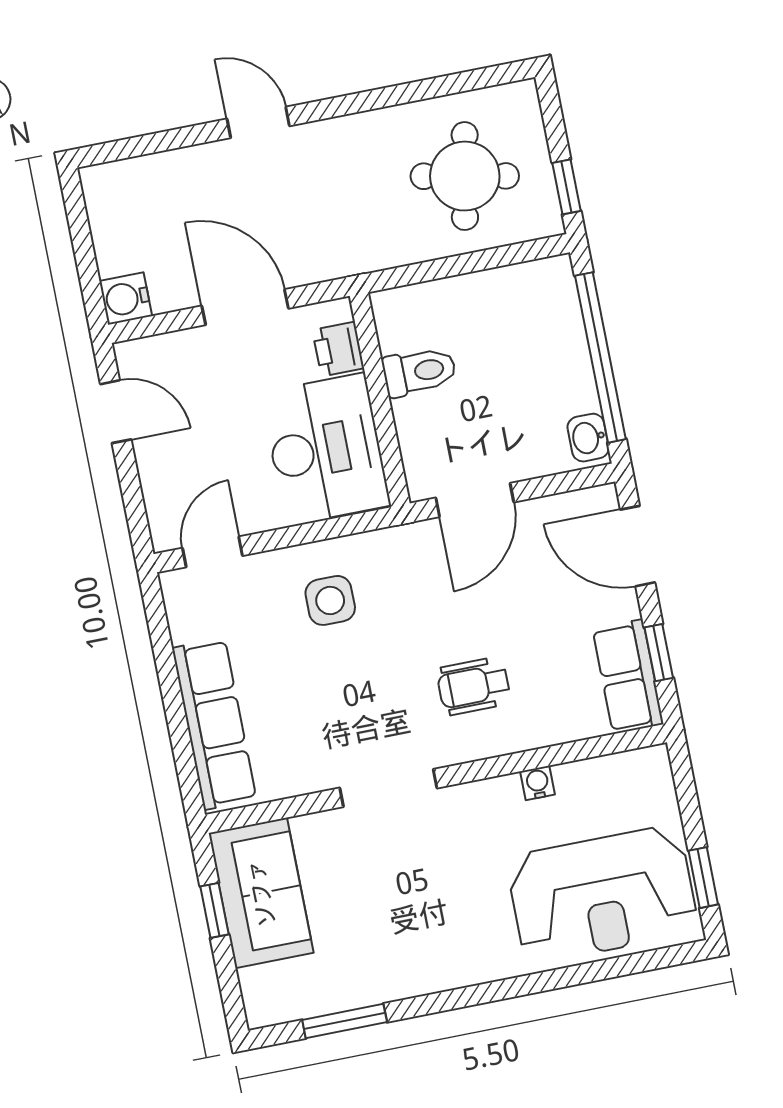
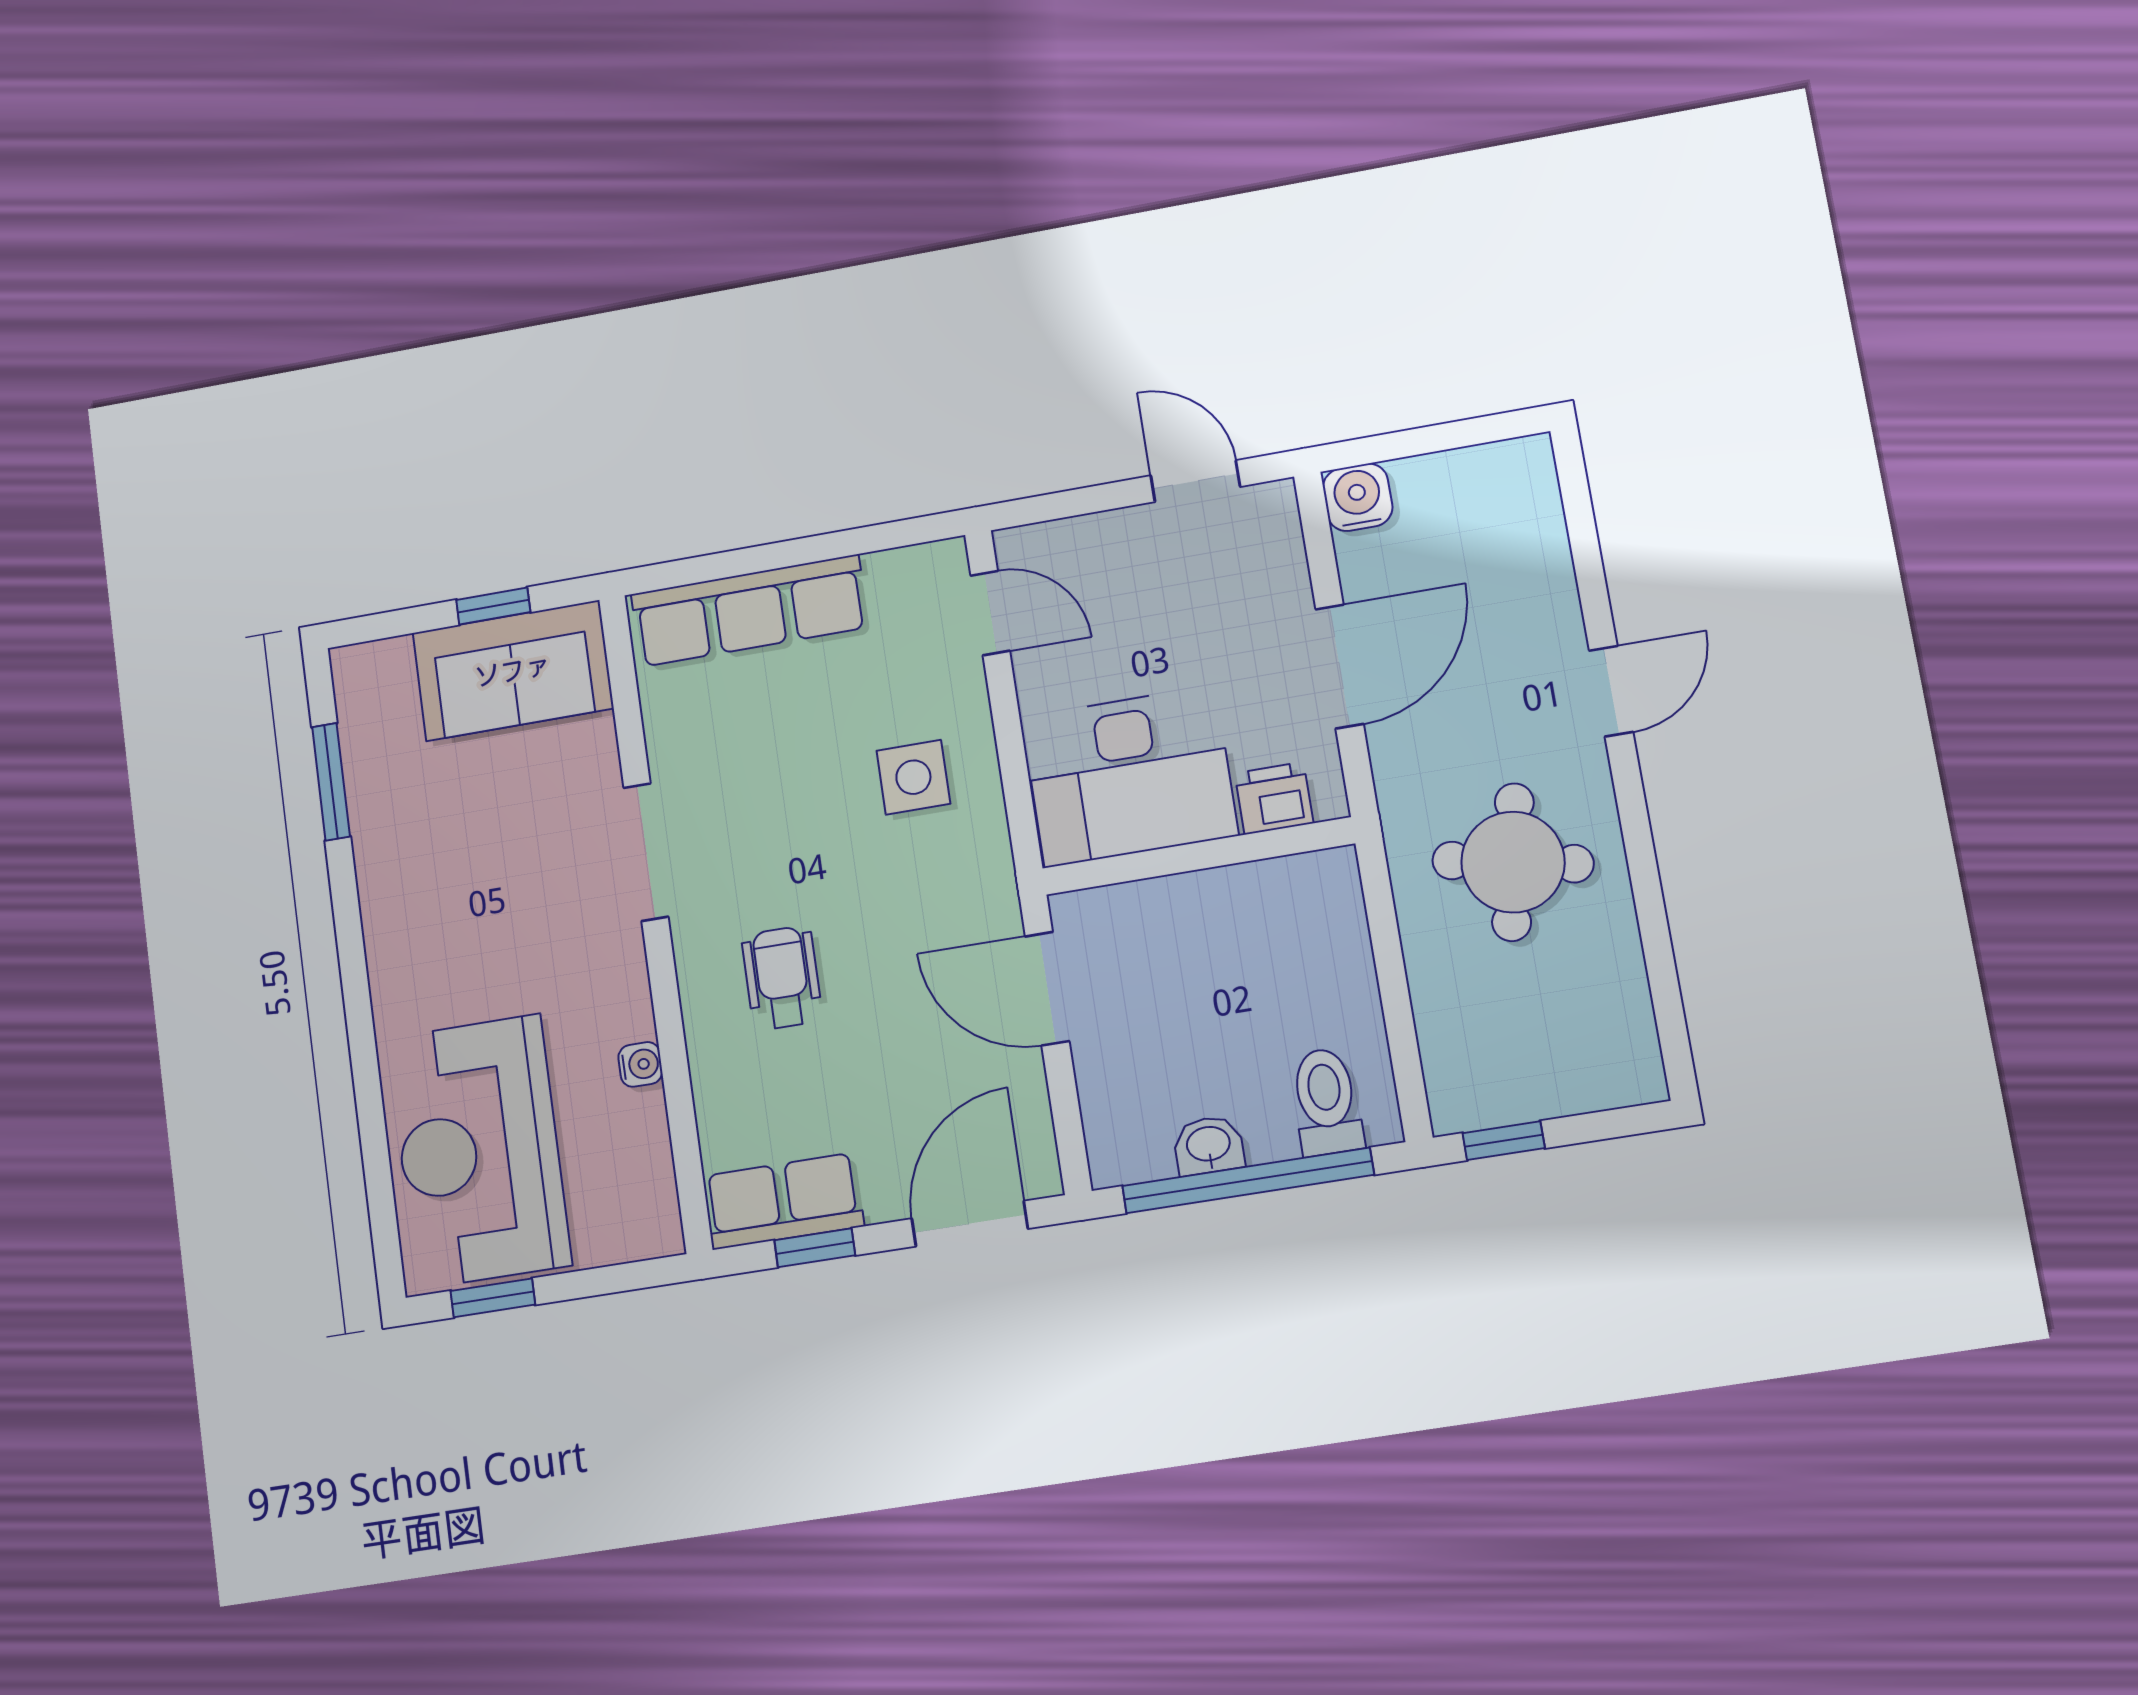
round table: (465, 176) -> (1513, 862), moved
toilet: (419, 372) -> (1326, 1102), moved, turned 180
door: (116, 412) -> (1195, 481), swing flipped
washbasin: (588, 438) -> (1209, 1145), moved

